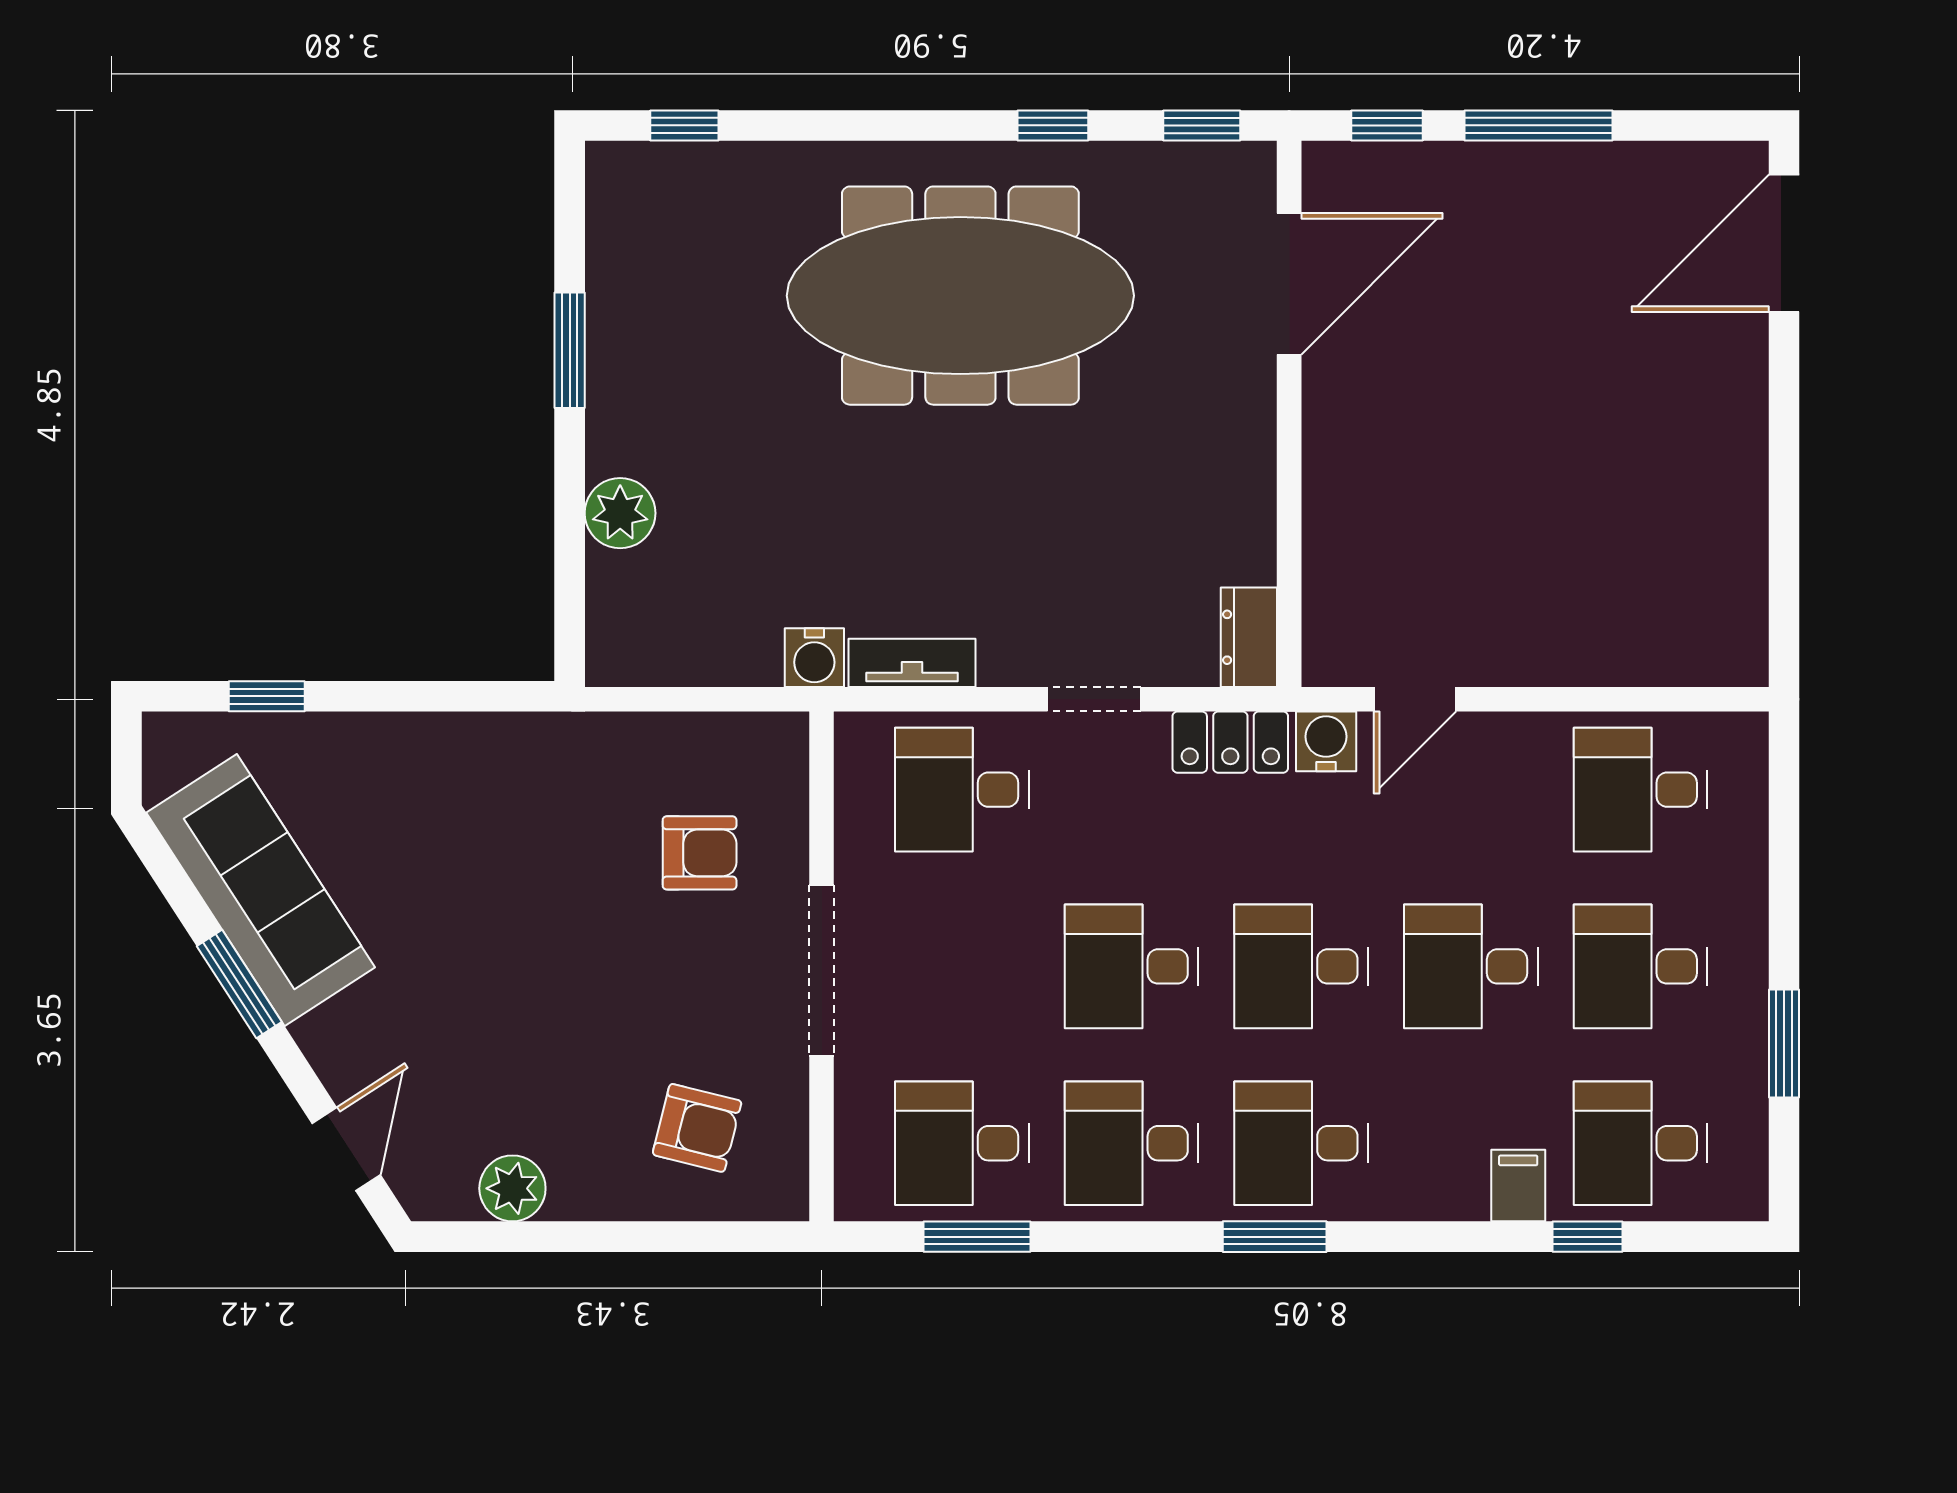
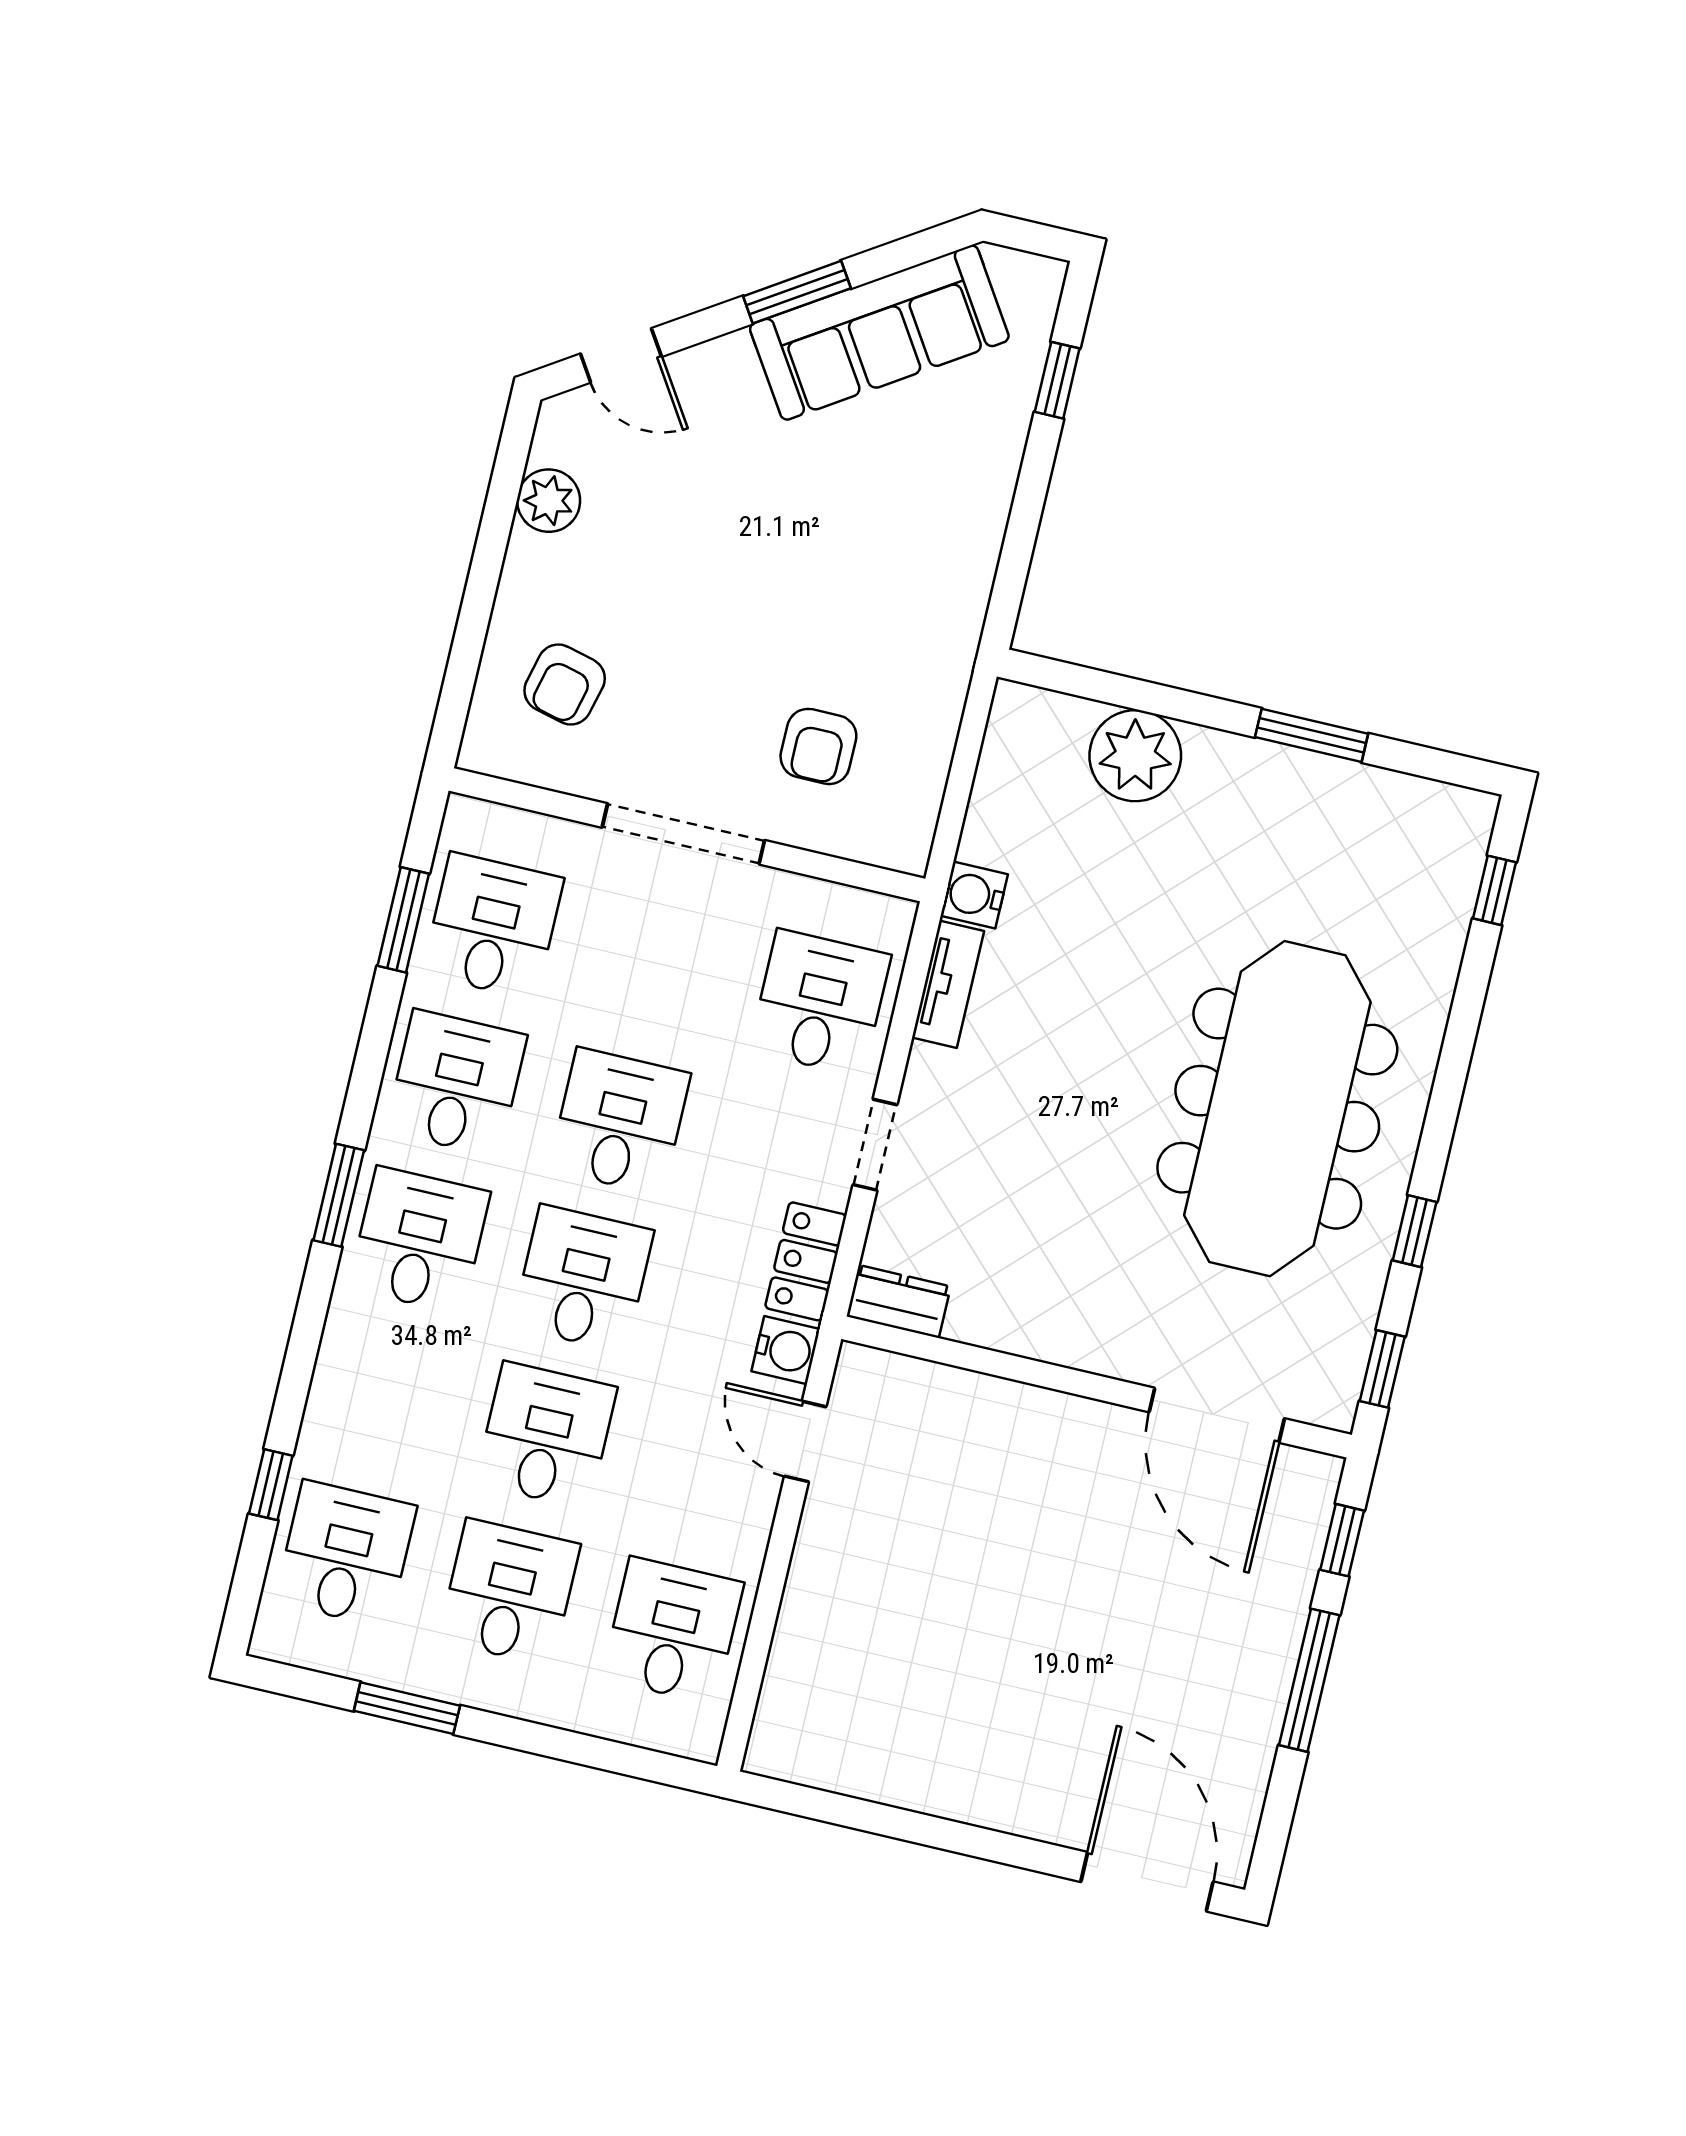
plant: (620, 513) -> (1135, 756), width x1.36, depth x1.36
filing cabinet: (1518, 1186) -> (333, 1431), removed

